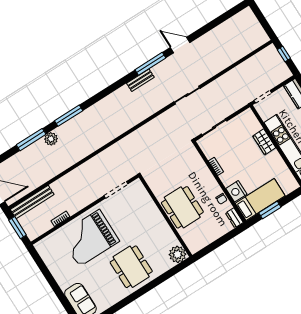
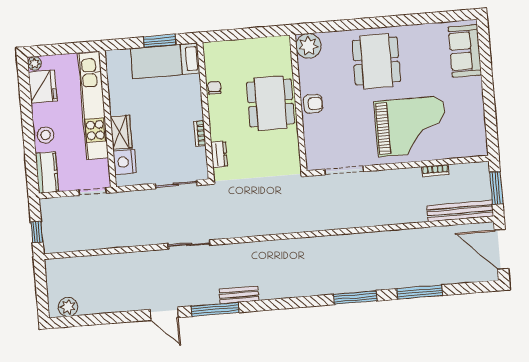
plant: (51, 139) -> (68, 307), moved
nightstand: (236, 191) -> (125, 162), moved, turned 180
dresser: (234, 218) -> (219, 155), moved
armchair: (156, 220) -> (313, 104), added

